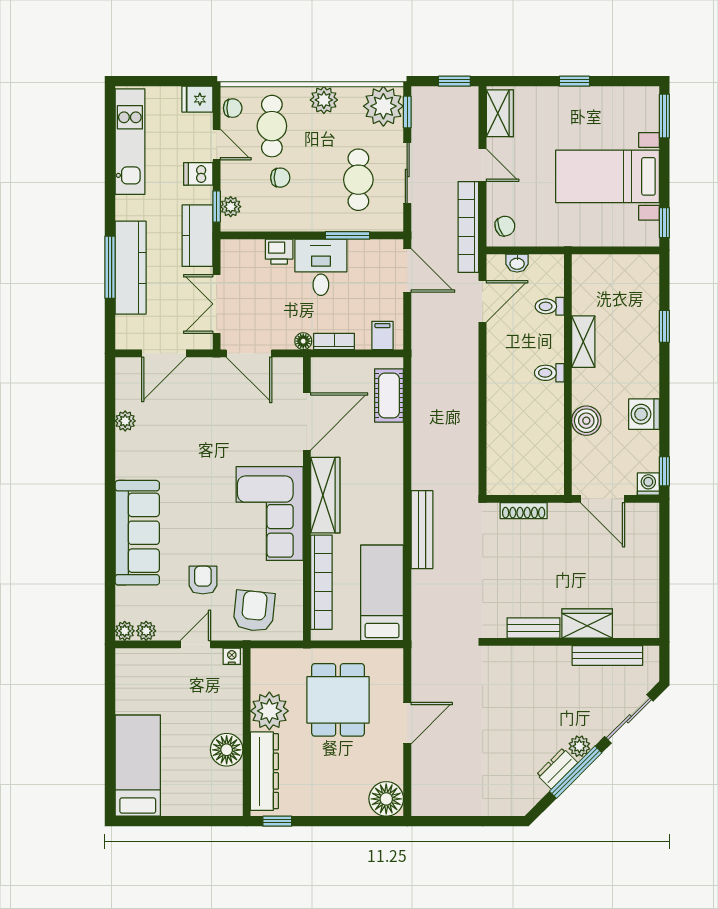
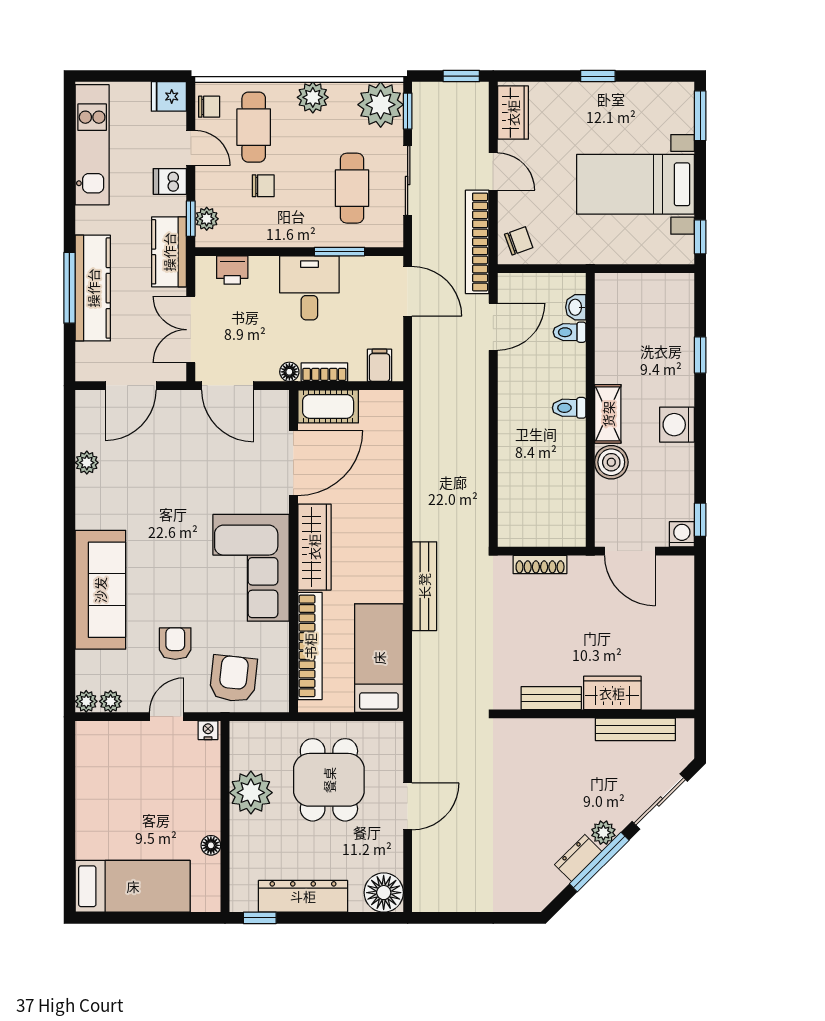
printer: (279, 252) -> (232, 270), moved
washbasin: (517, 263) -> (576, 307), moved, turned 90
shelving: (583, 342) -> (608, 414), moved
cot: (389, 395) -> (328, 406), moved, turned 90
washing machine: (644, 414) -> (677, 425), moved
floor lamp: (227, 750) -> (211, 845), width x0.53, depth x0.53
bed: (138, 766) -> (133, 886), moved, turned 90
dresser: (264, 771) -> (303, 896), moved, turned -90

